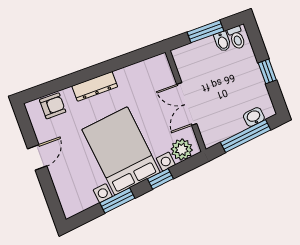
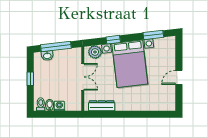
window: (205, 31) -> (57, 114), removed
washing machine: (207, 45) -> (59, 106), added
dresser: (95, 86) -> (102, 106), moved
armchair: (53, 106) -> (159, 103), removed
window: (117, 201) -> (153, 35), moved

